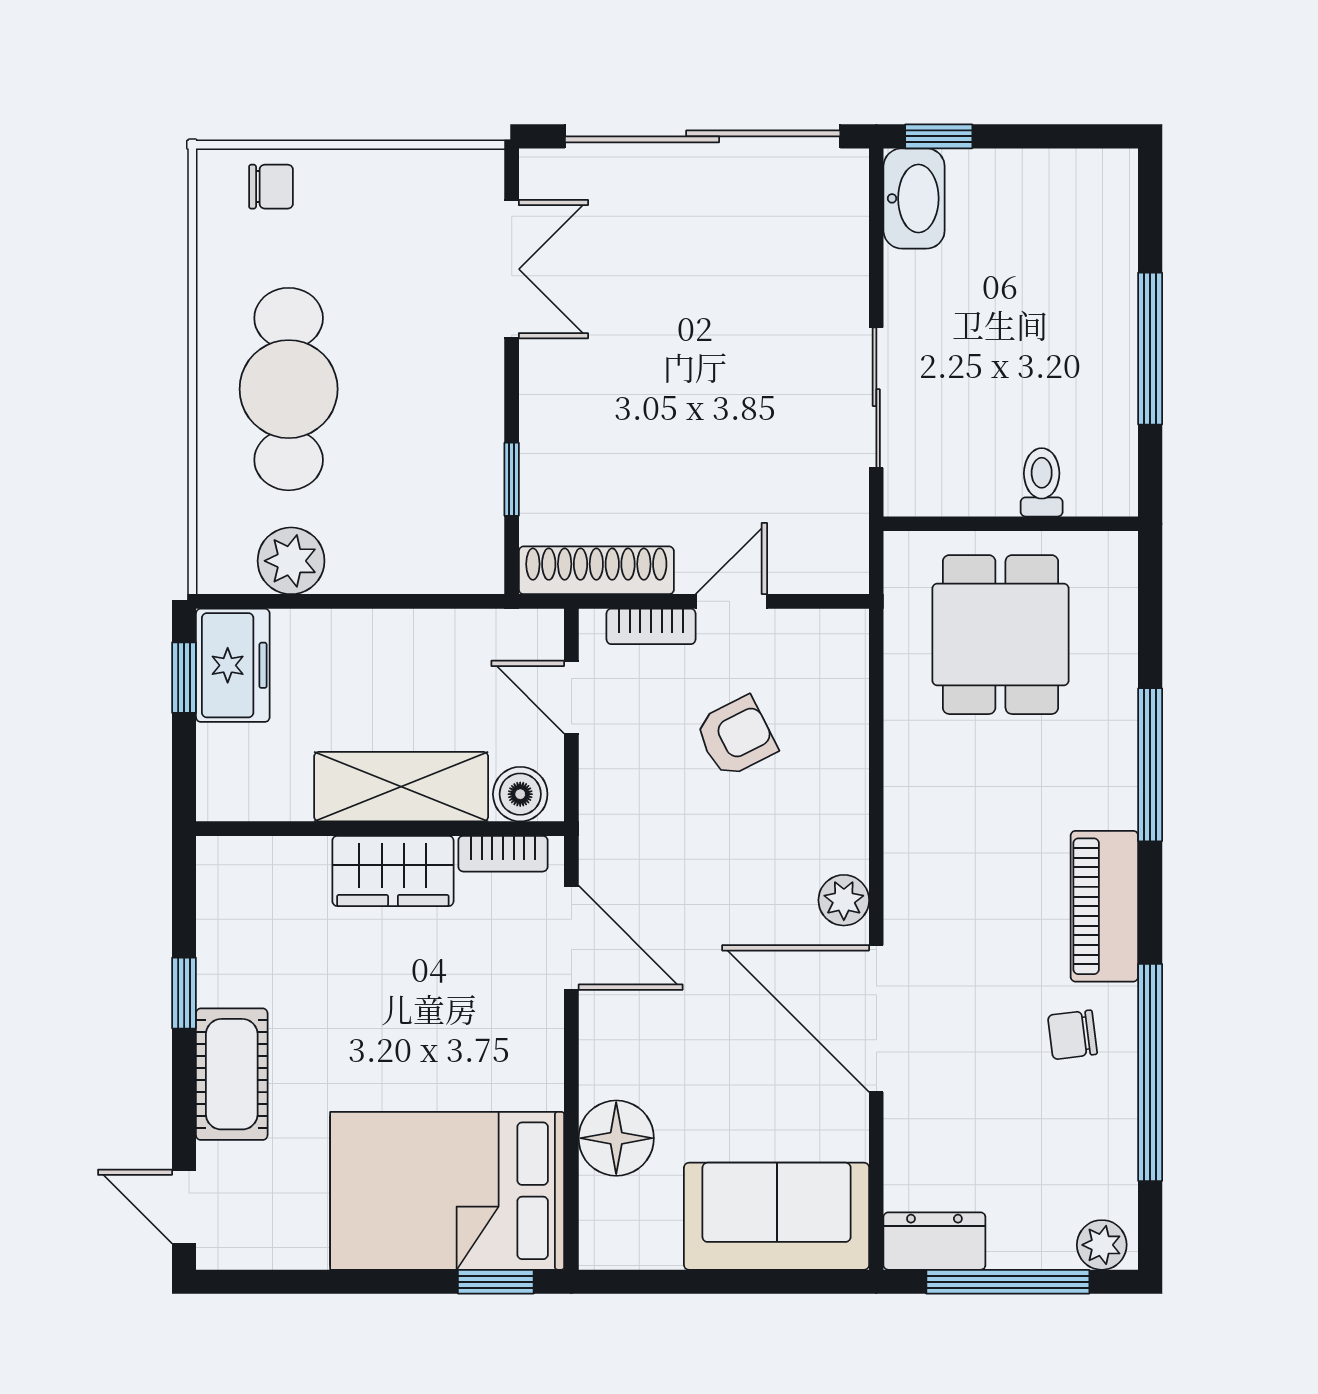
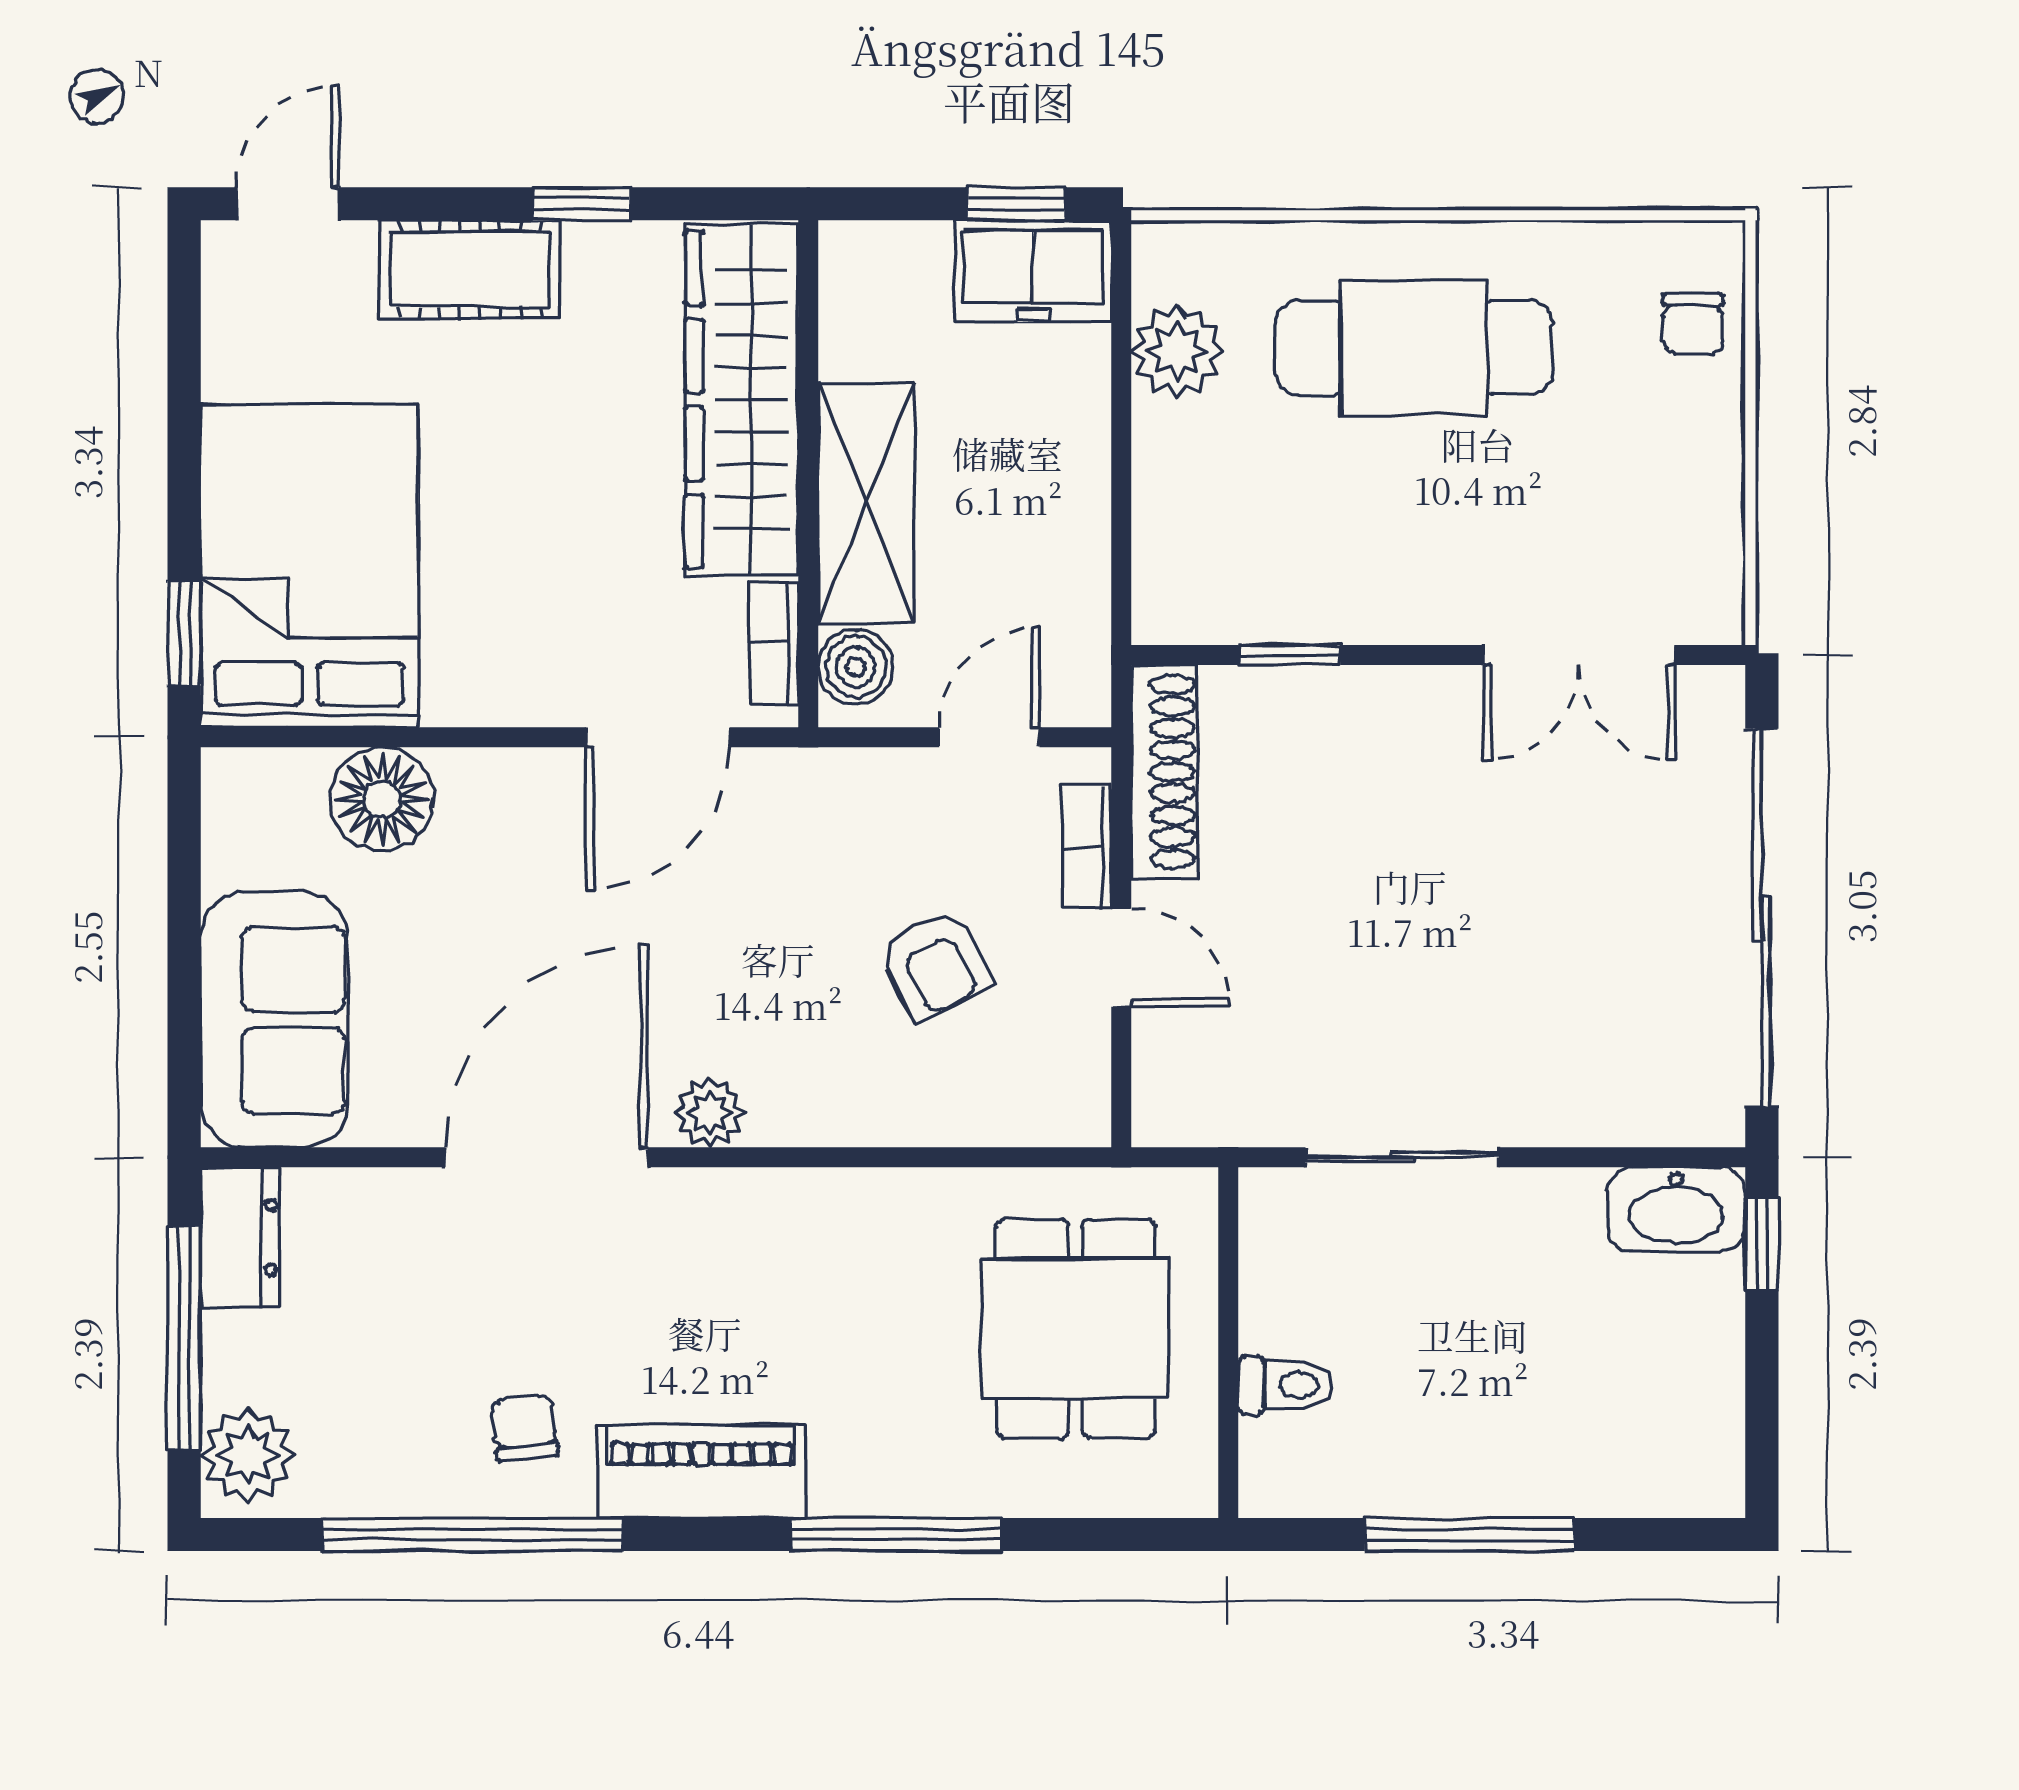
dining table: (1000, 635) -> (1076, 1328), turned 90
wardrobe: (393, 871) -> (742, 400), width x2.10, depth x1.17
plant: (1102, 1245) -> (248, 1455), width x1.38, depth x1.38

